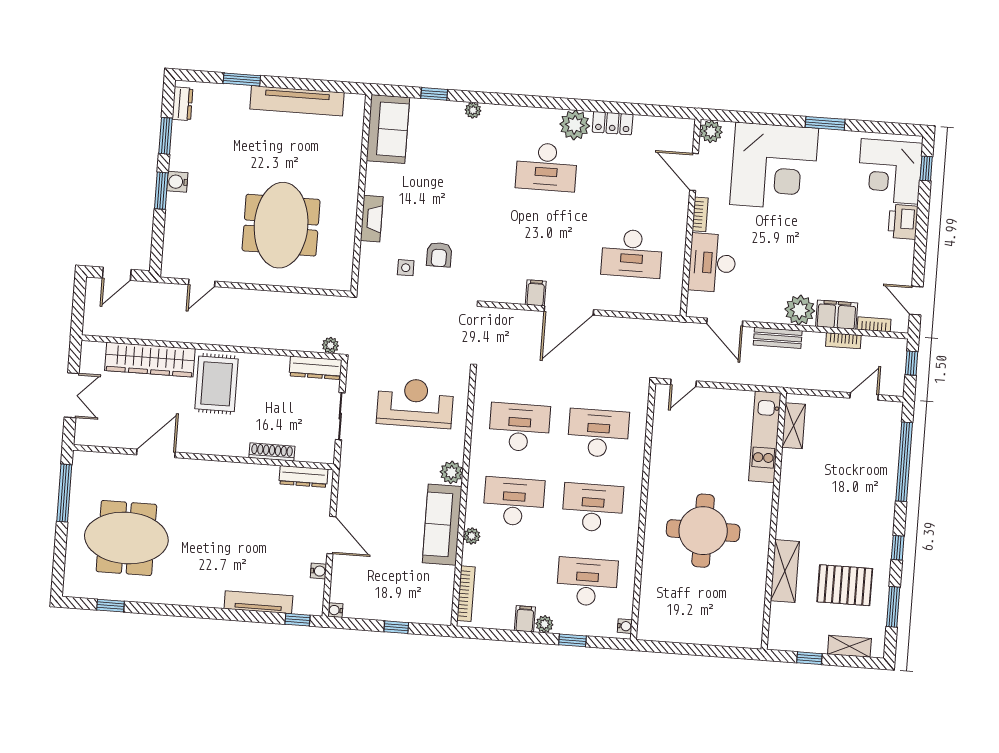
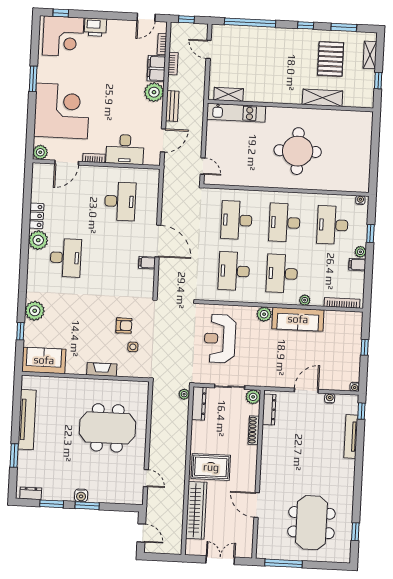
plant: (473, 110) -> (35, 311), width x1.88, depth x1.88
plant: (324, 452) -> (253, 397), added

